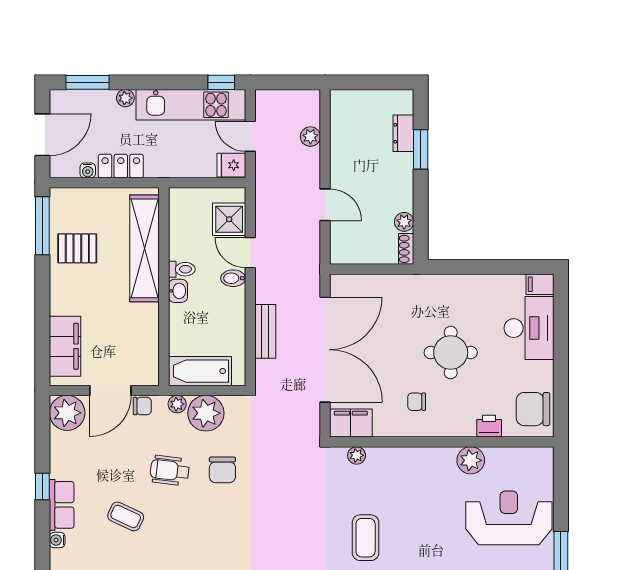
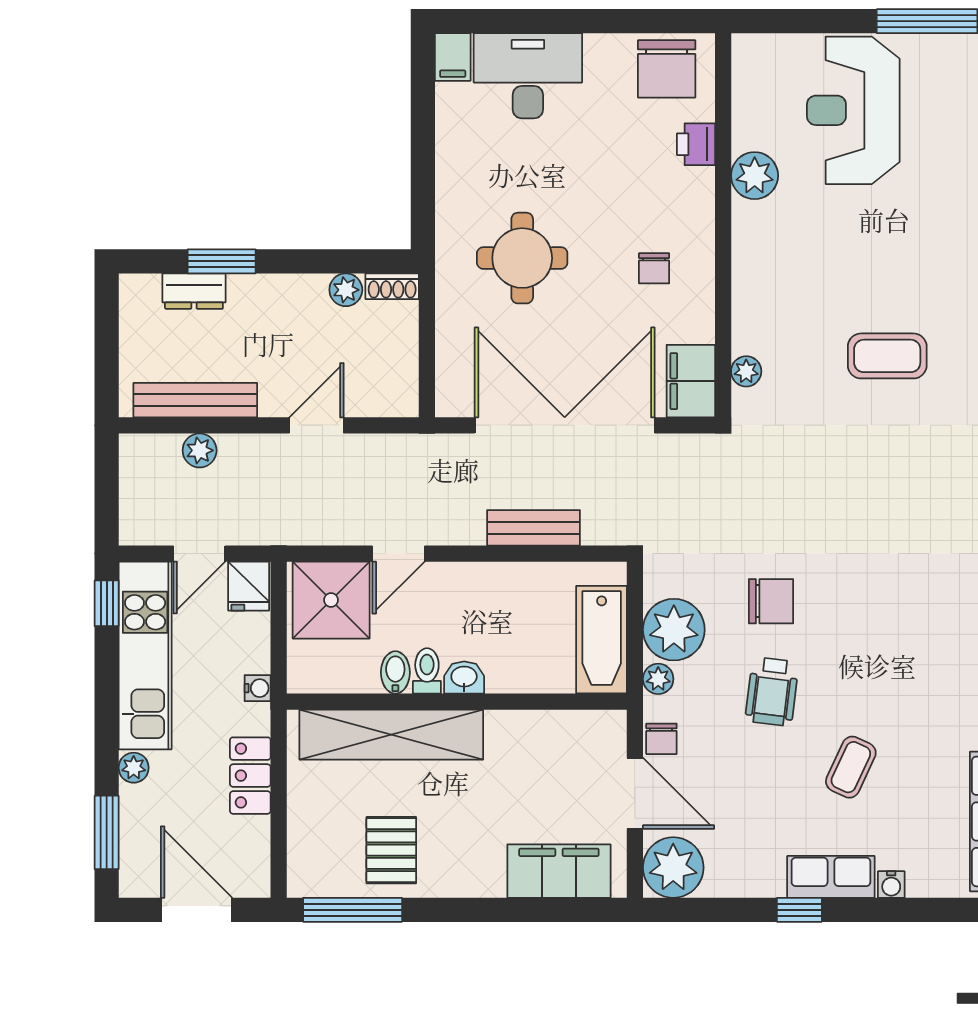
bench: (340, 134) -> (195, 400), added
water cooler: (88, 170) -> (258, 688), moved
shower: (229, 219) -> (331, 600), width x1.36, depth x1.36
bidet: (233, 278) -> (395, 672), moved, turned 180
round table: (451, 353) -> (522, 258), moved
chair: (142, 406) -> (661, 739), turned 180

